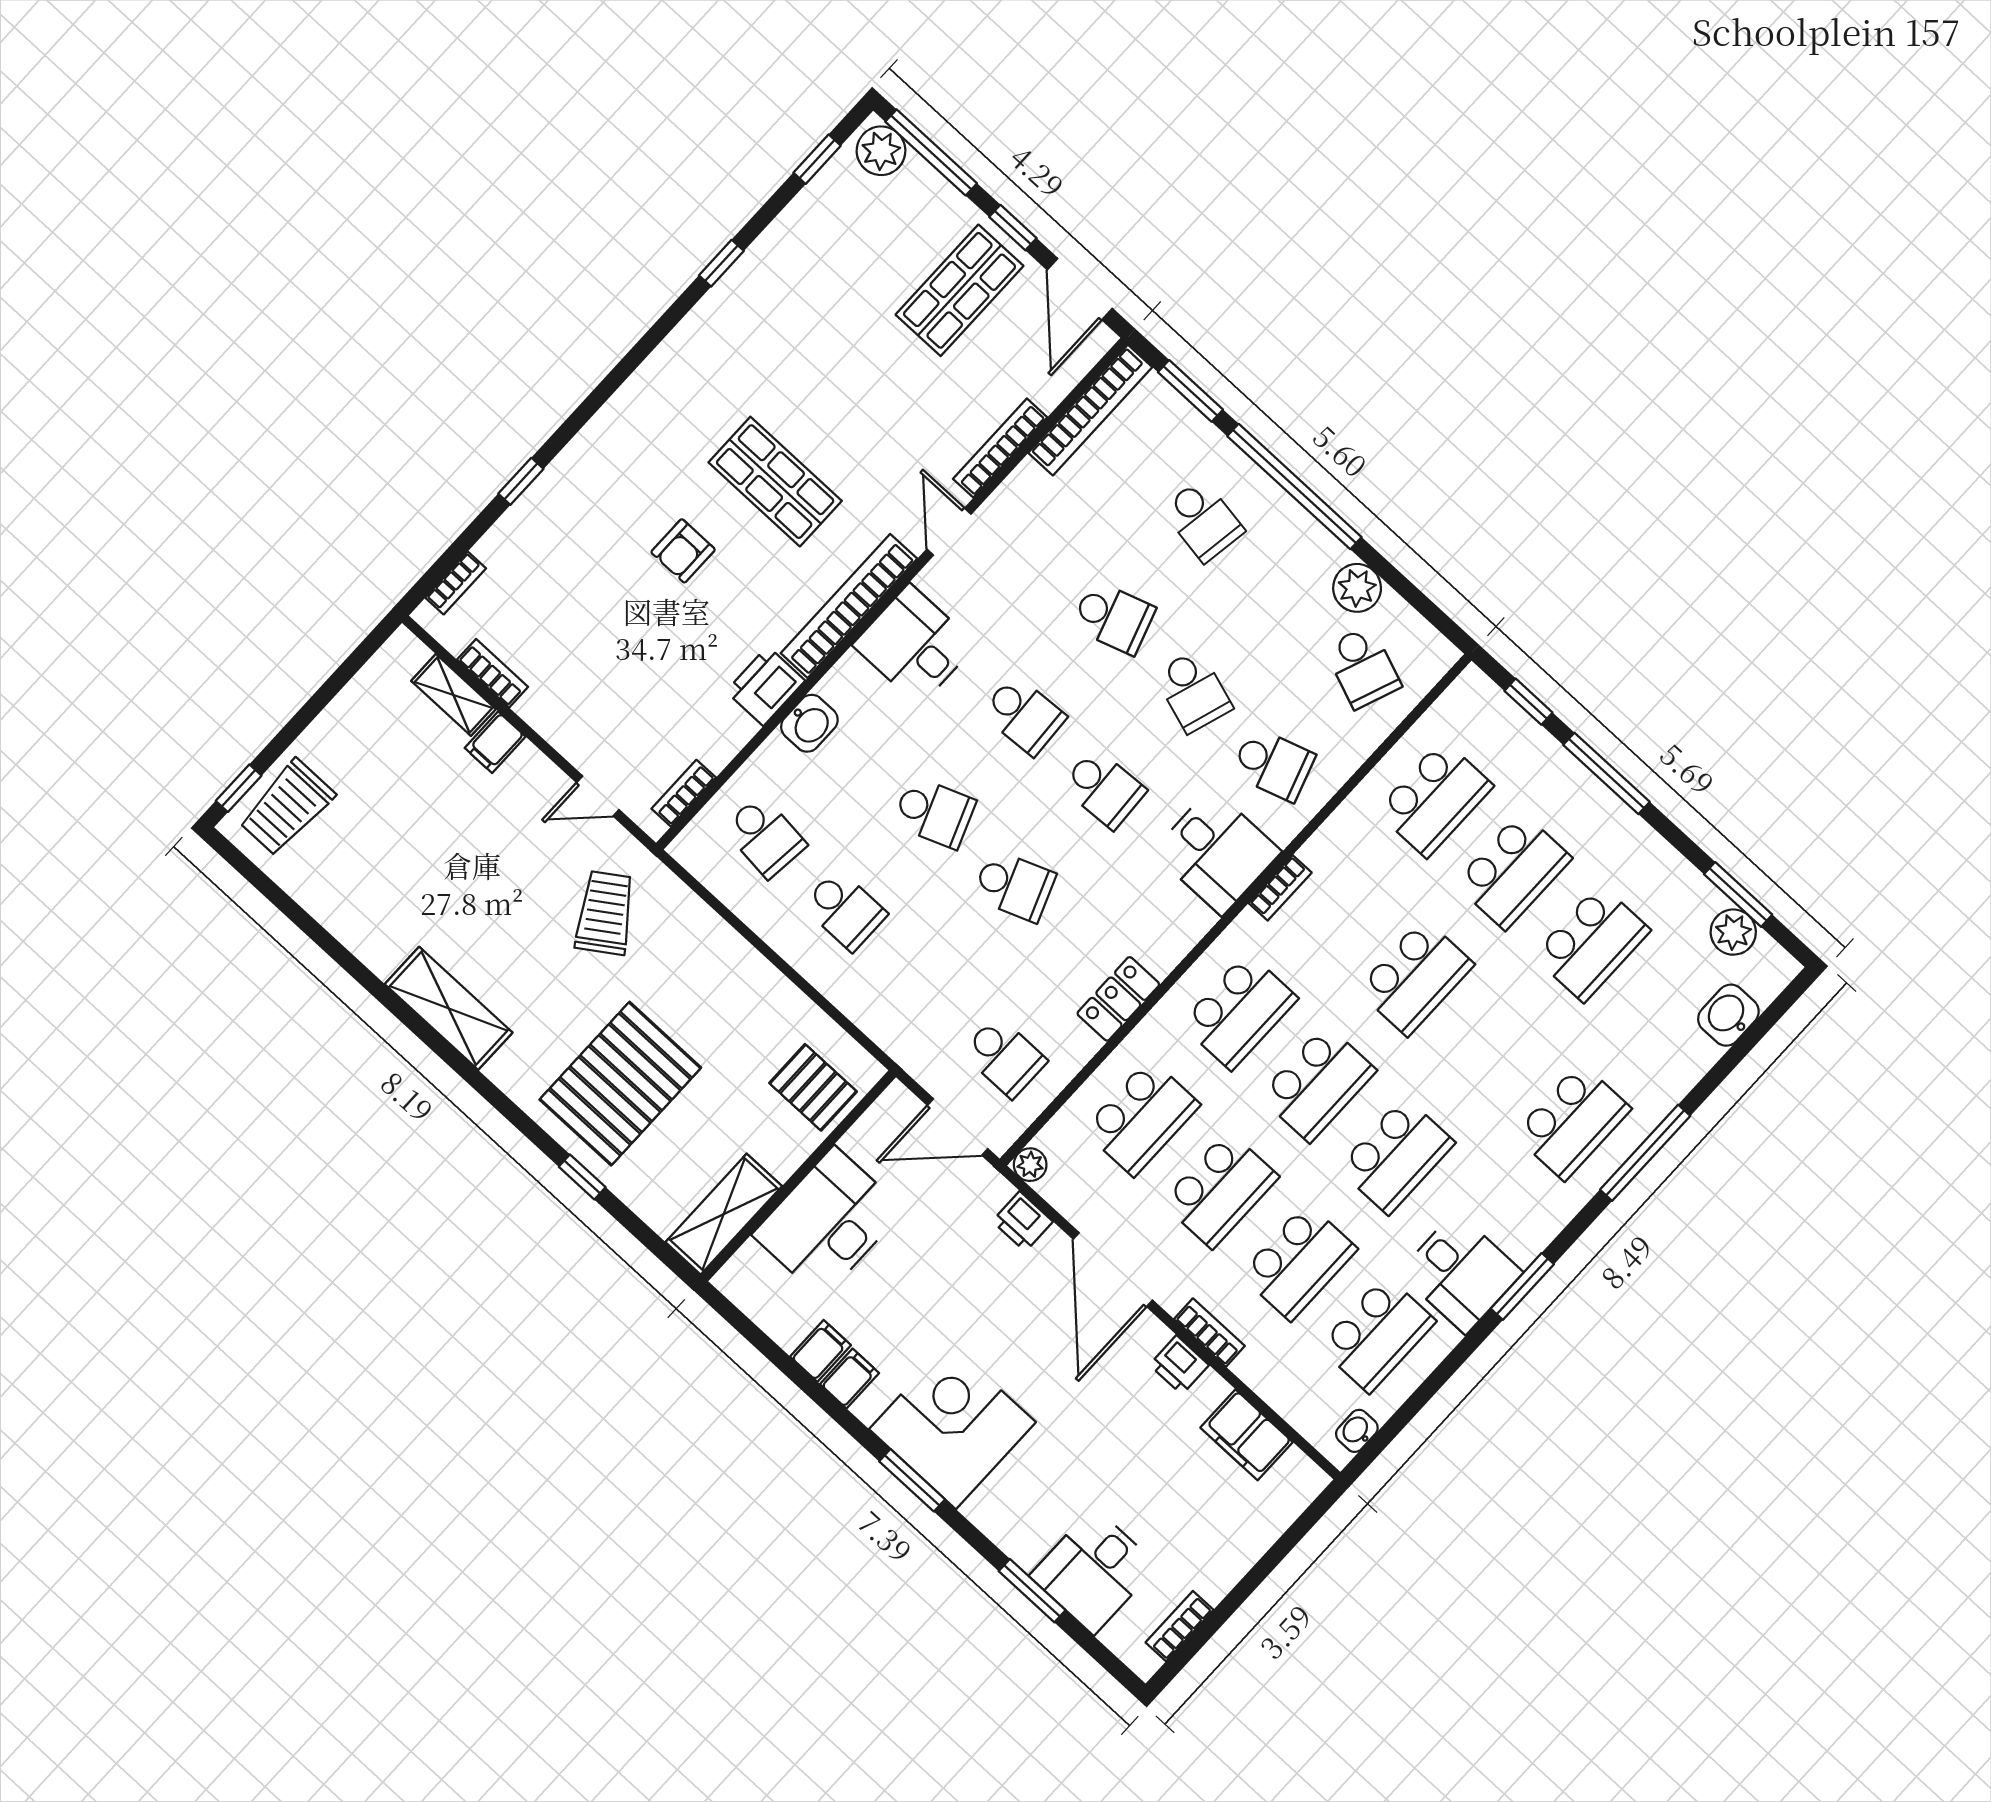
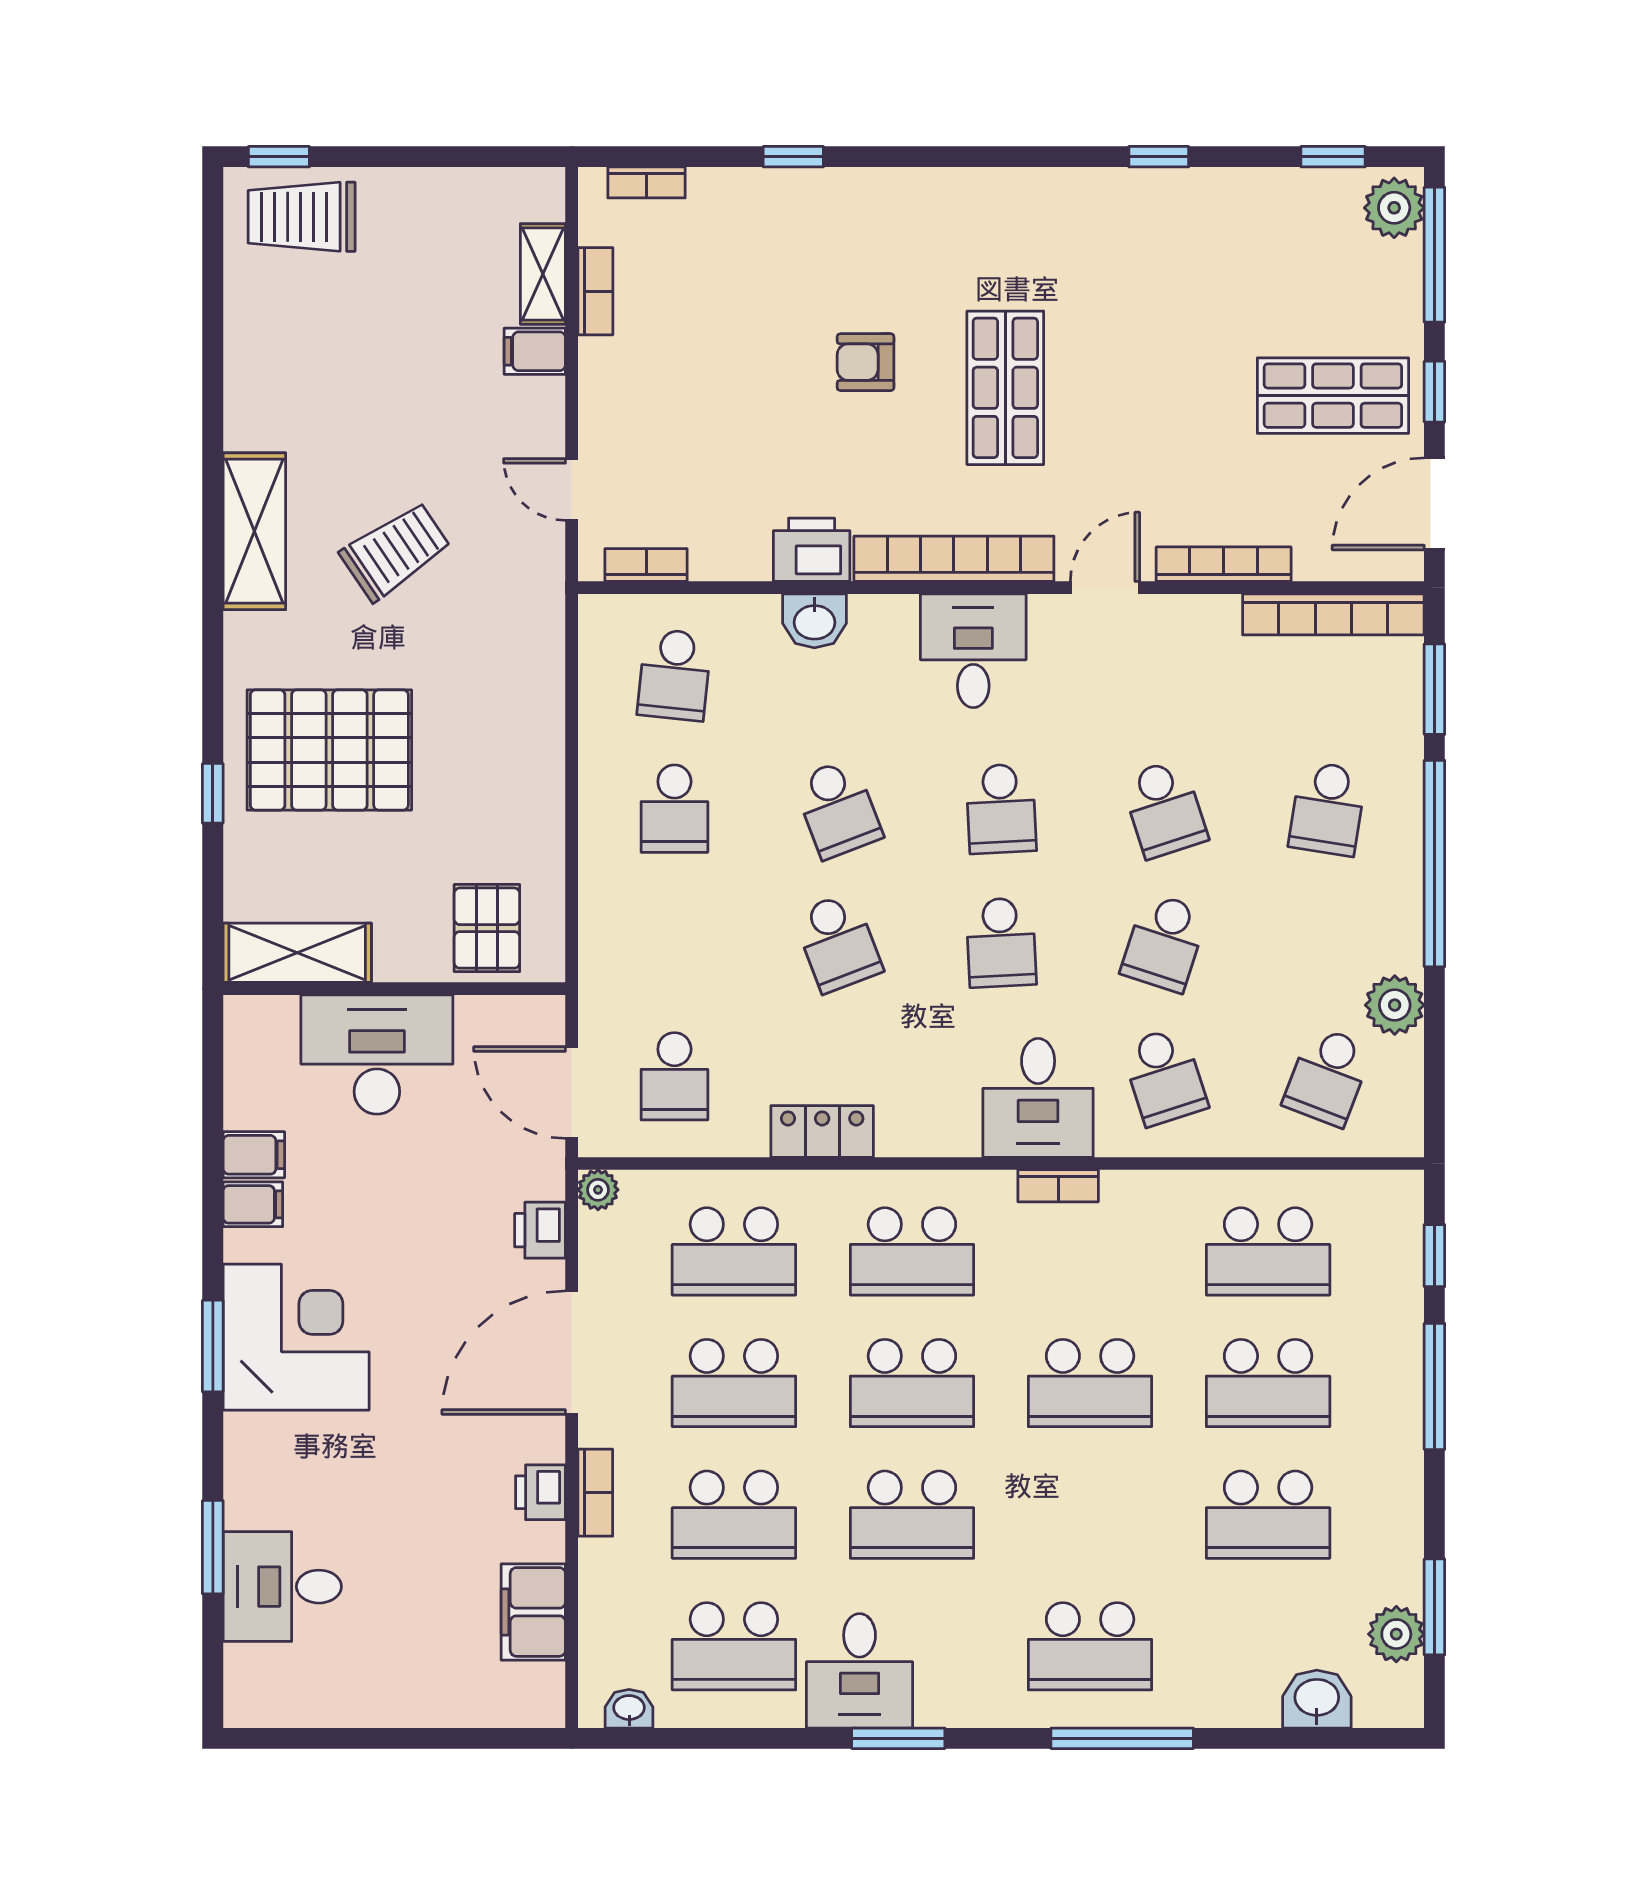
trolley: (605, 913) -> (395, 551), moved
bookcase: (1180, 1626) -> (304, 1711), removed

